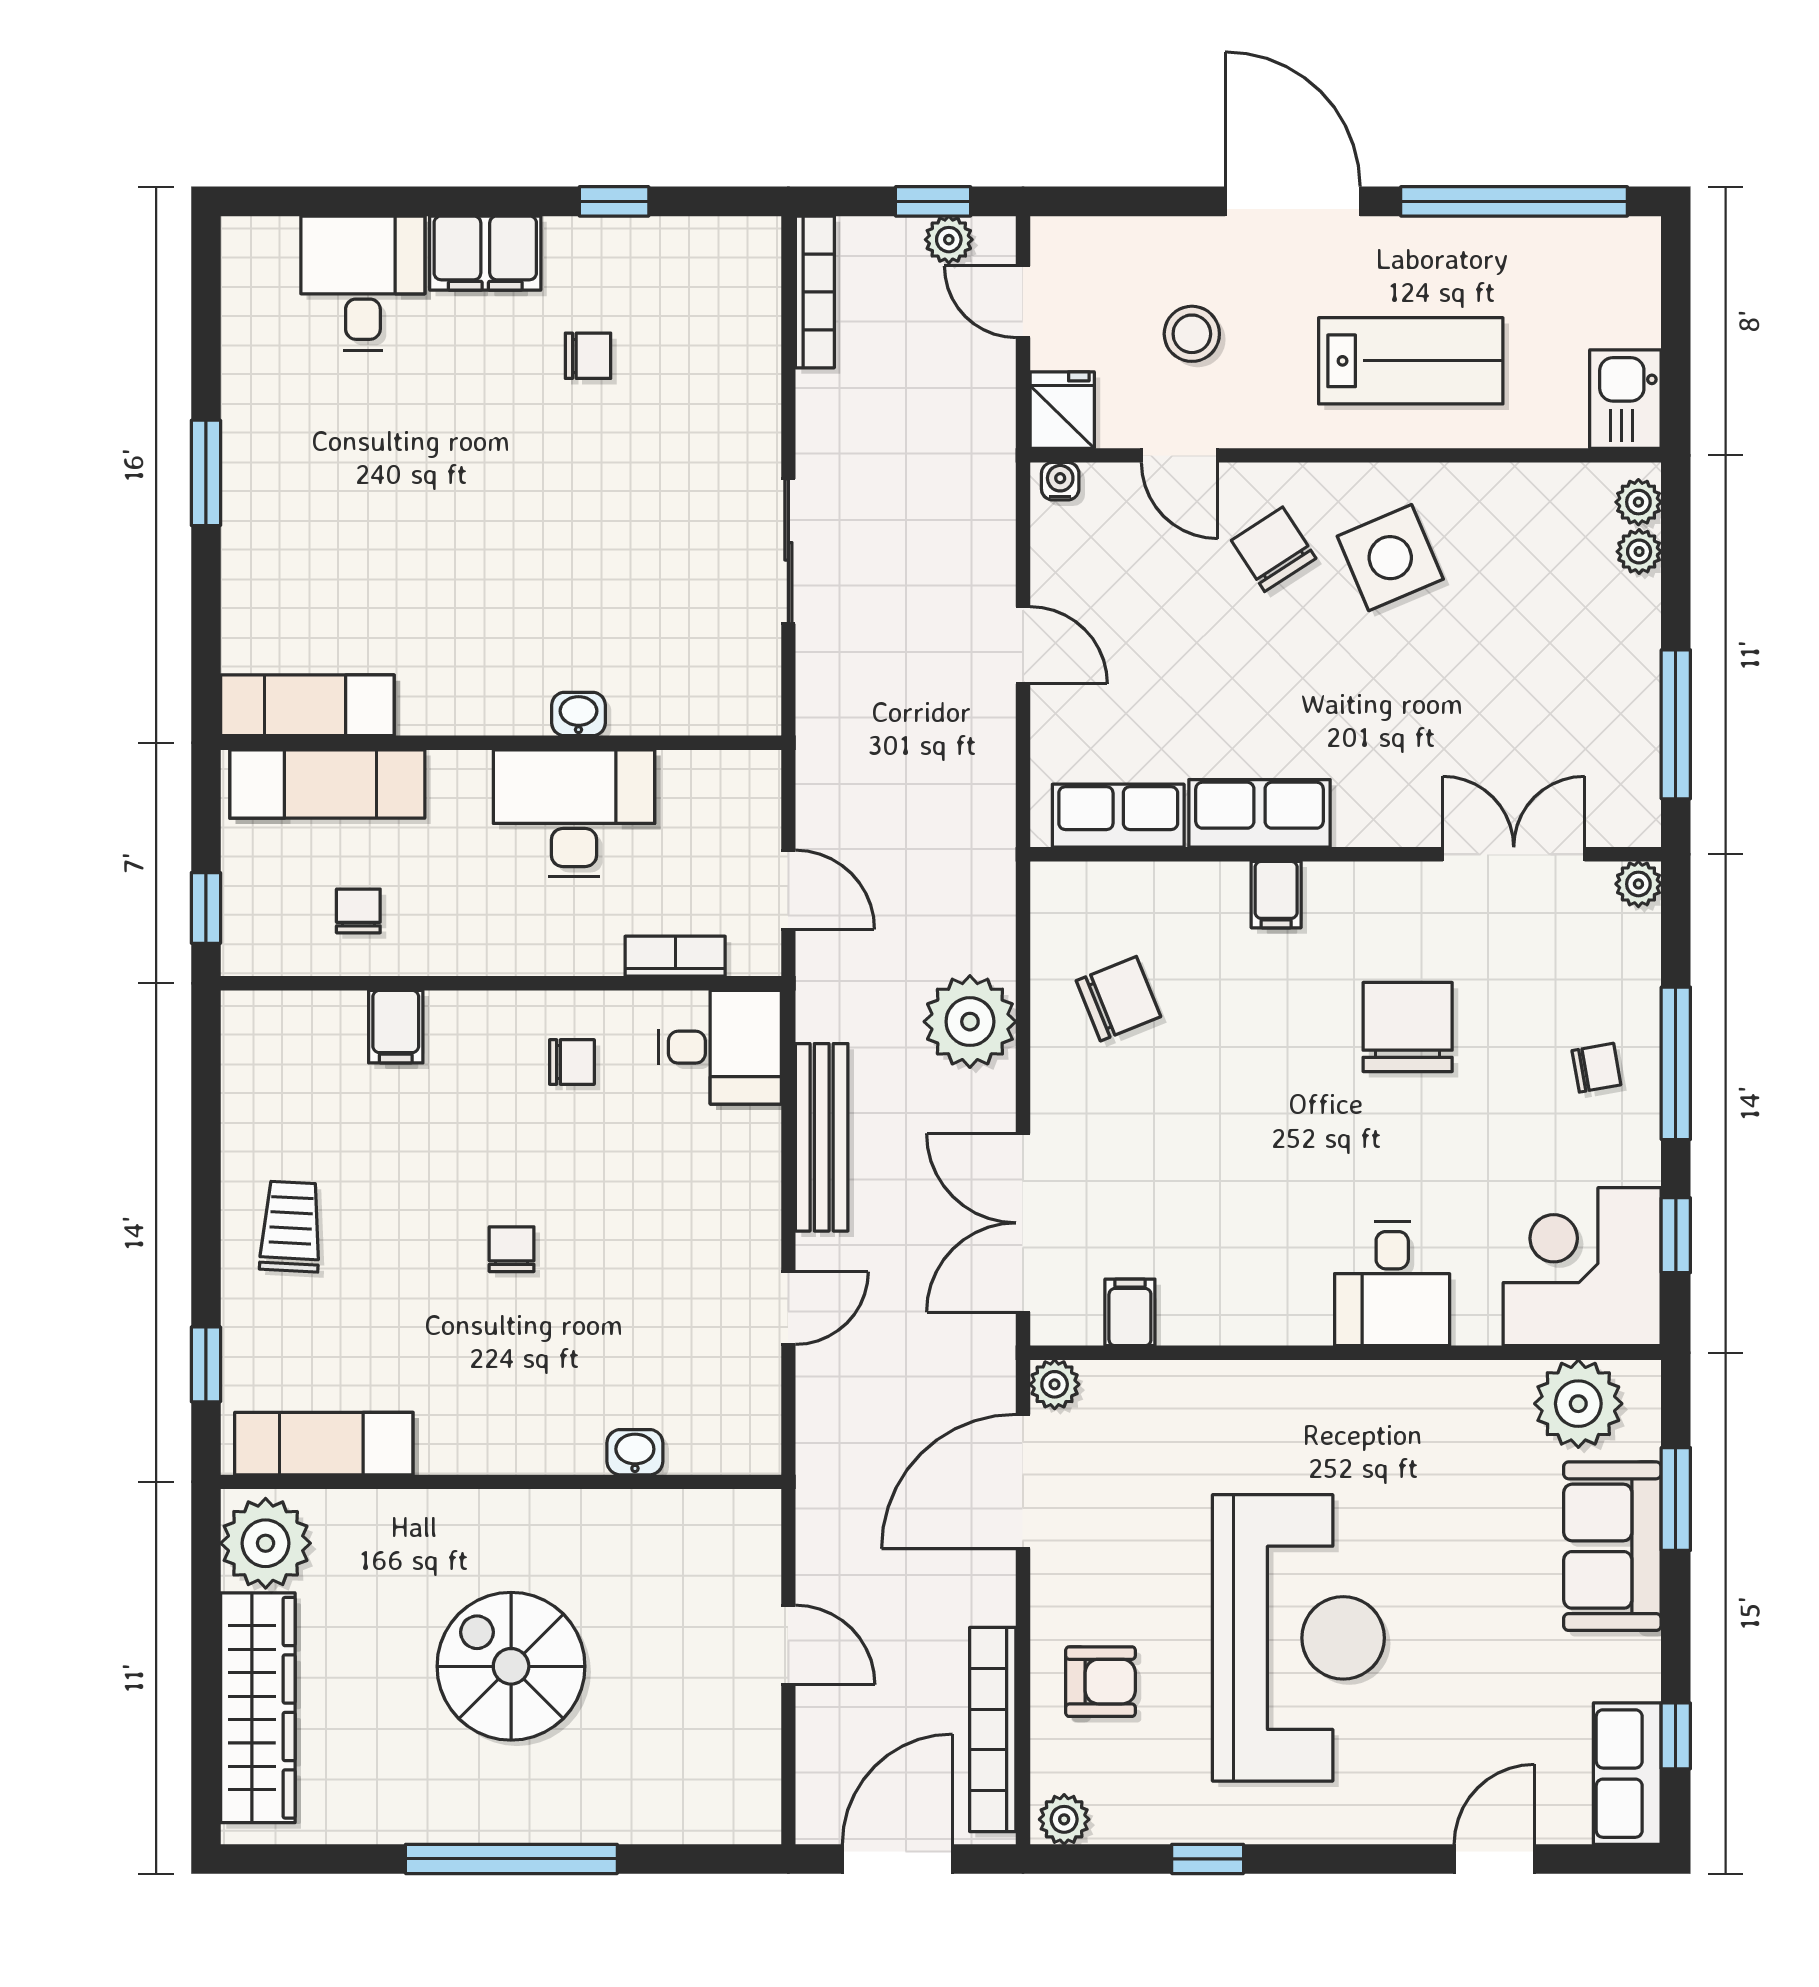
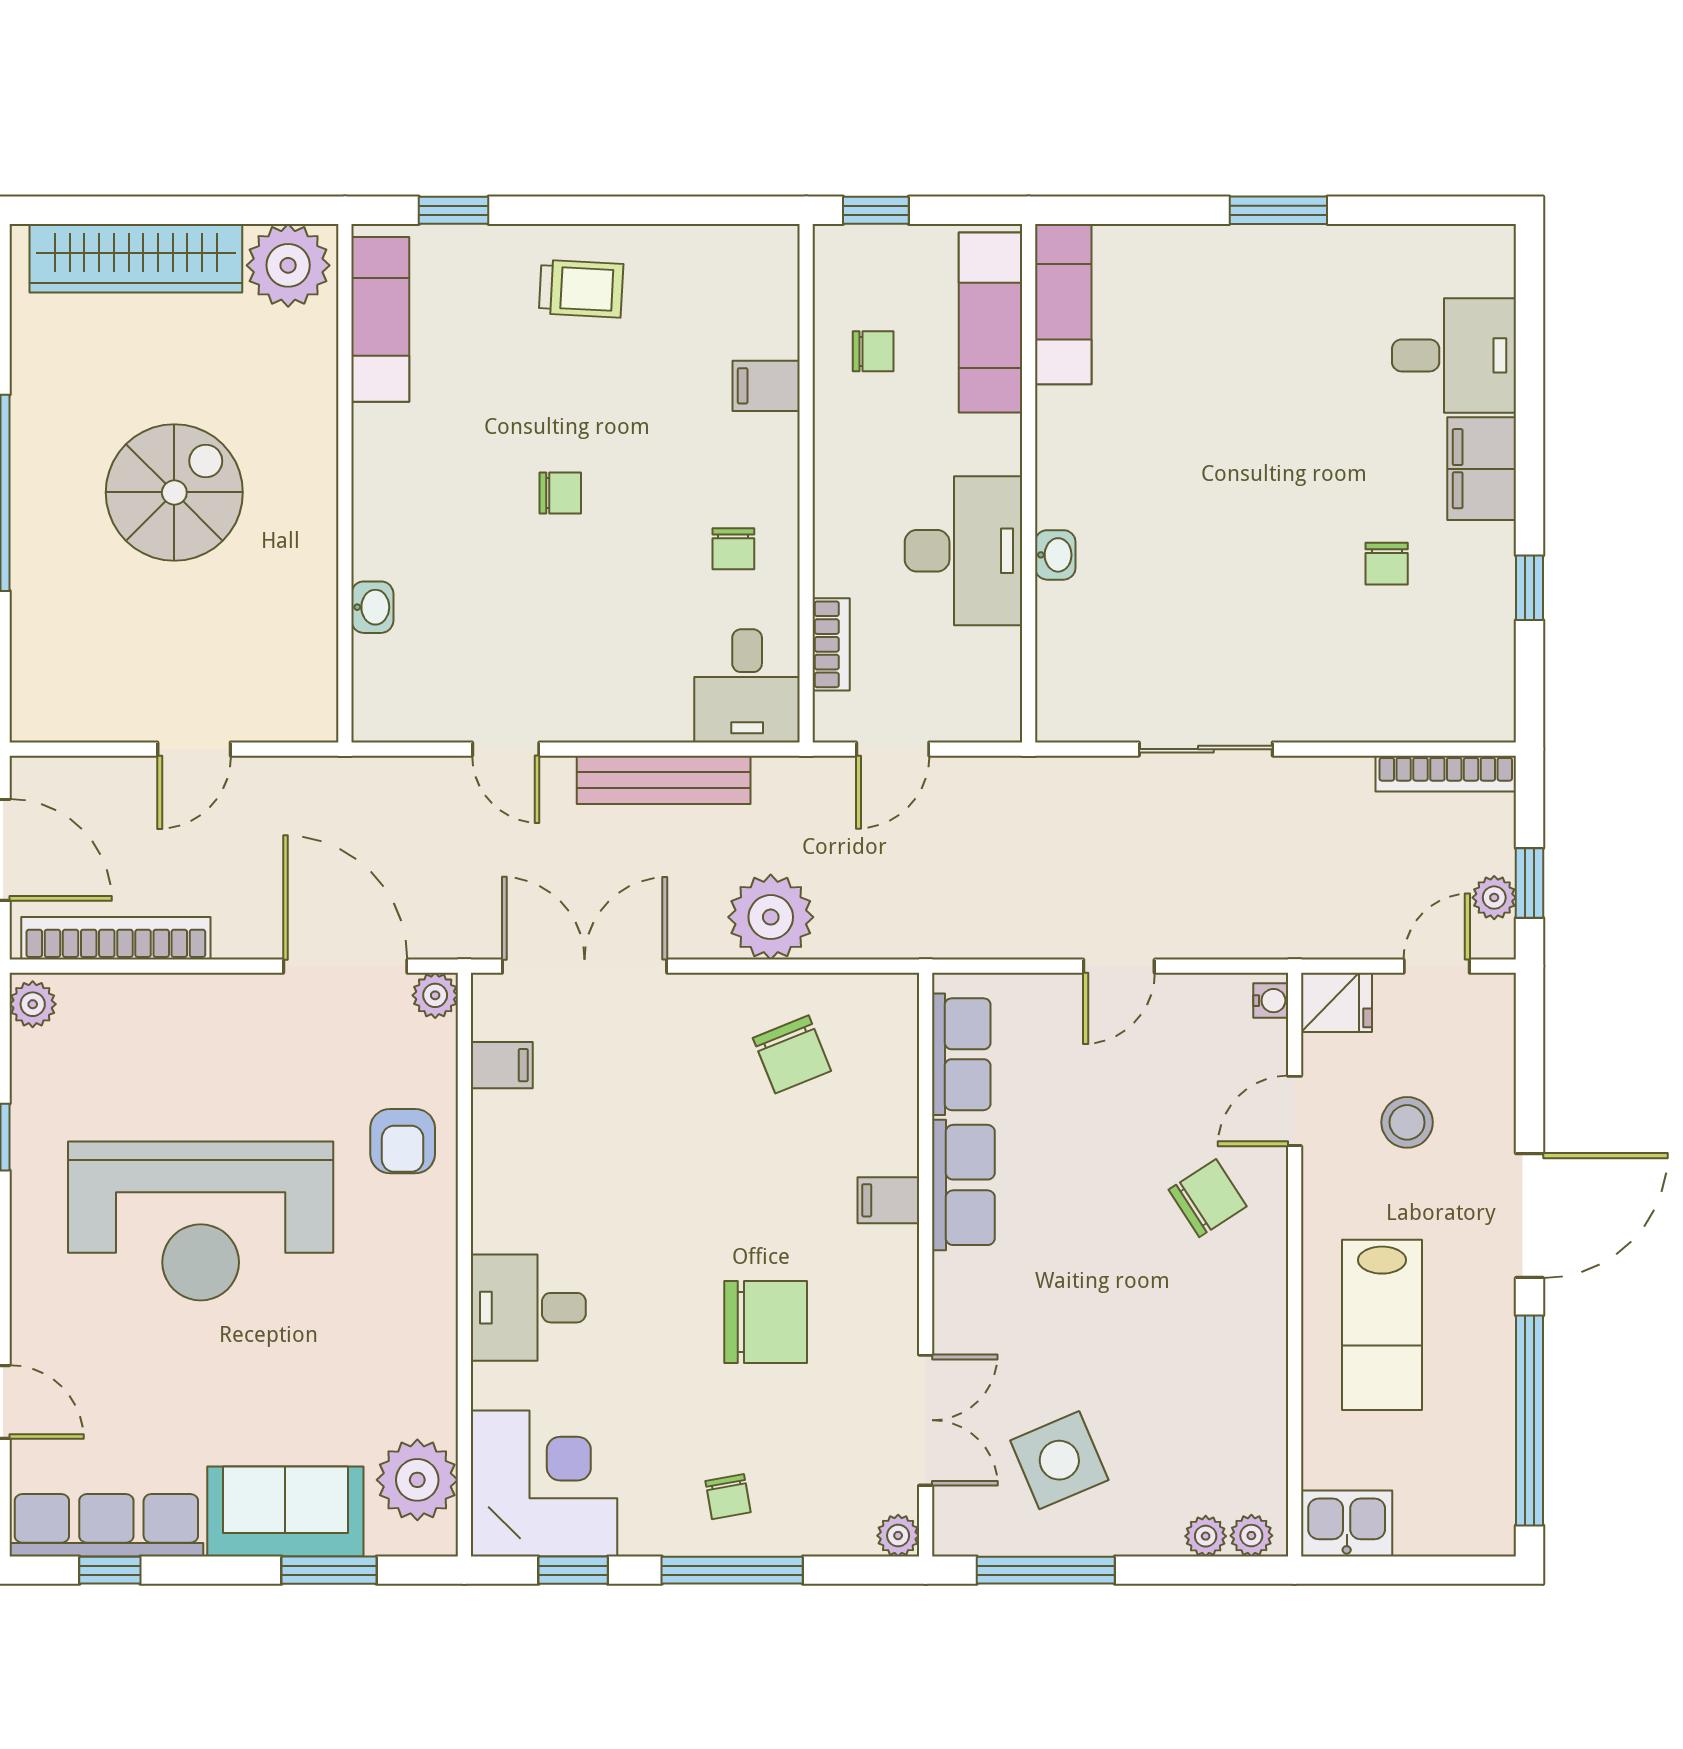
side table: (1390, 558) -> (1059, 1460), moved
armchair: (1101, 1682) -> (403, 1141), moved
row of seats: (1627, 1774) -> (106, 1525), width x1.48

